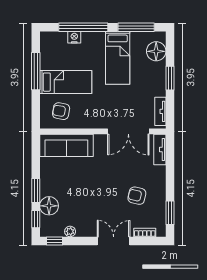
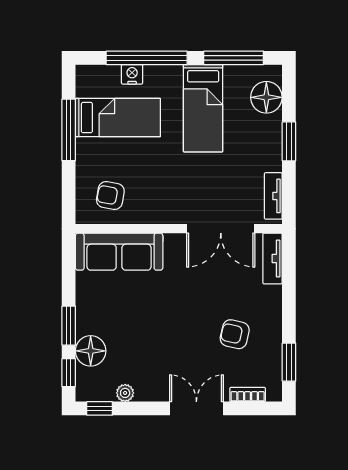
bed: (66, 82) -> (118, 118), moved

